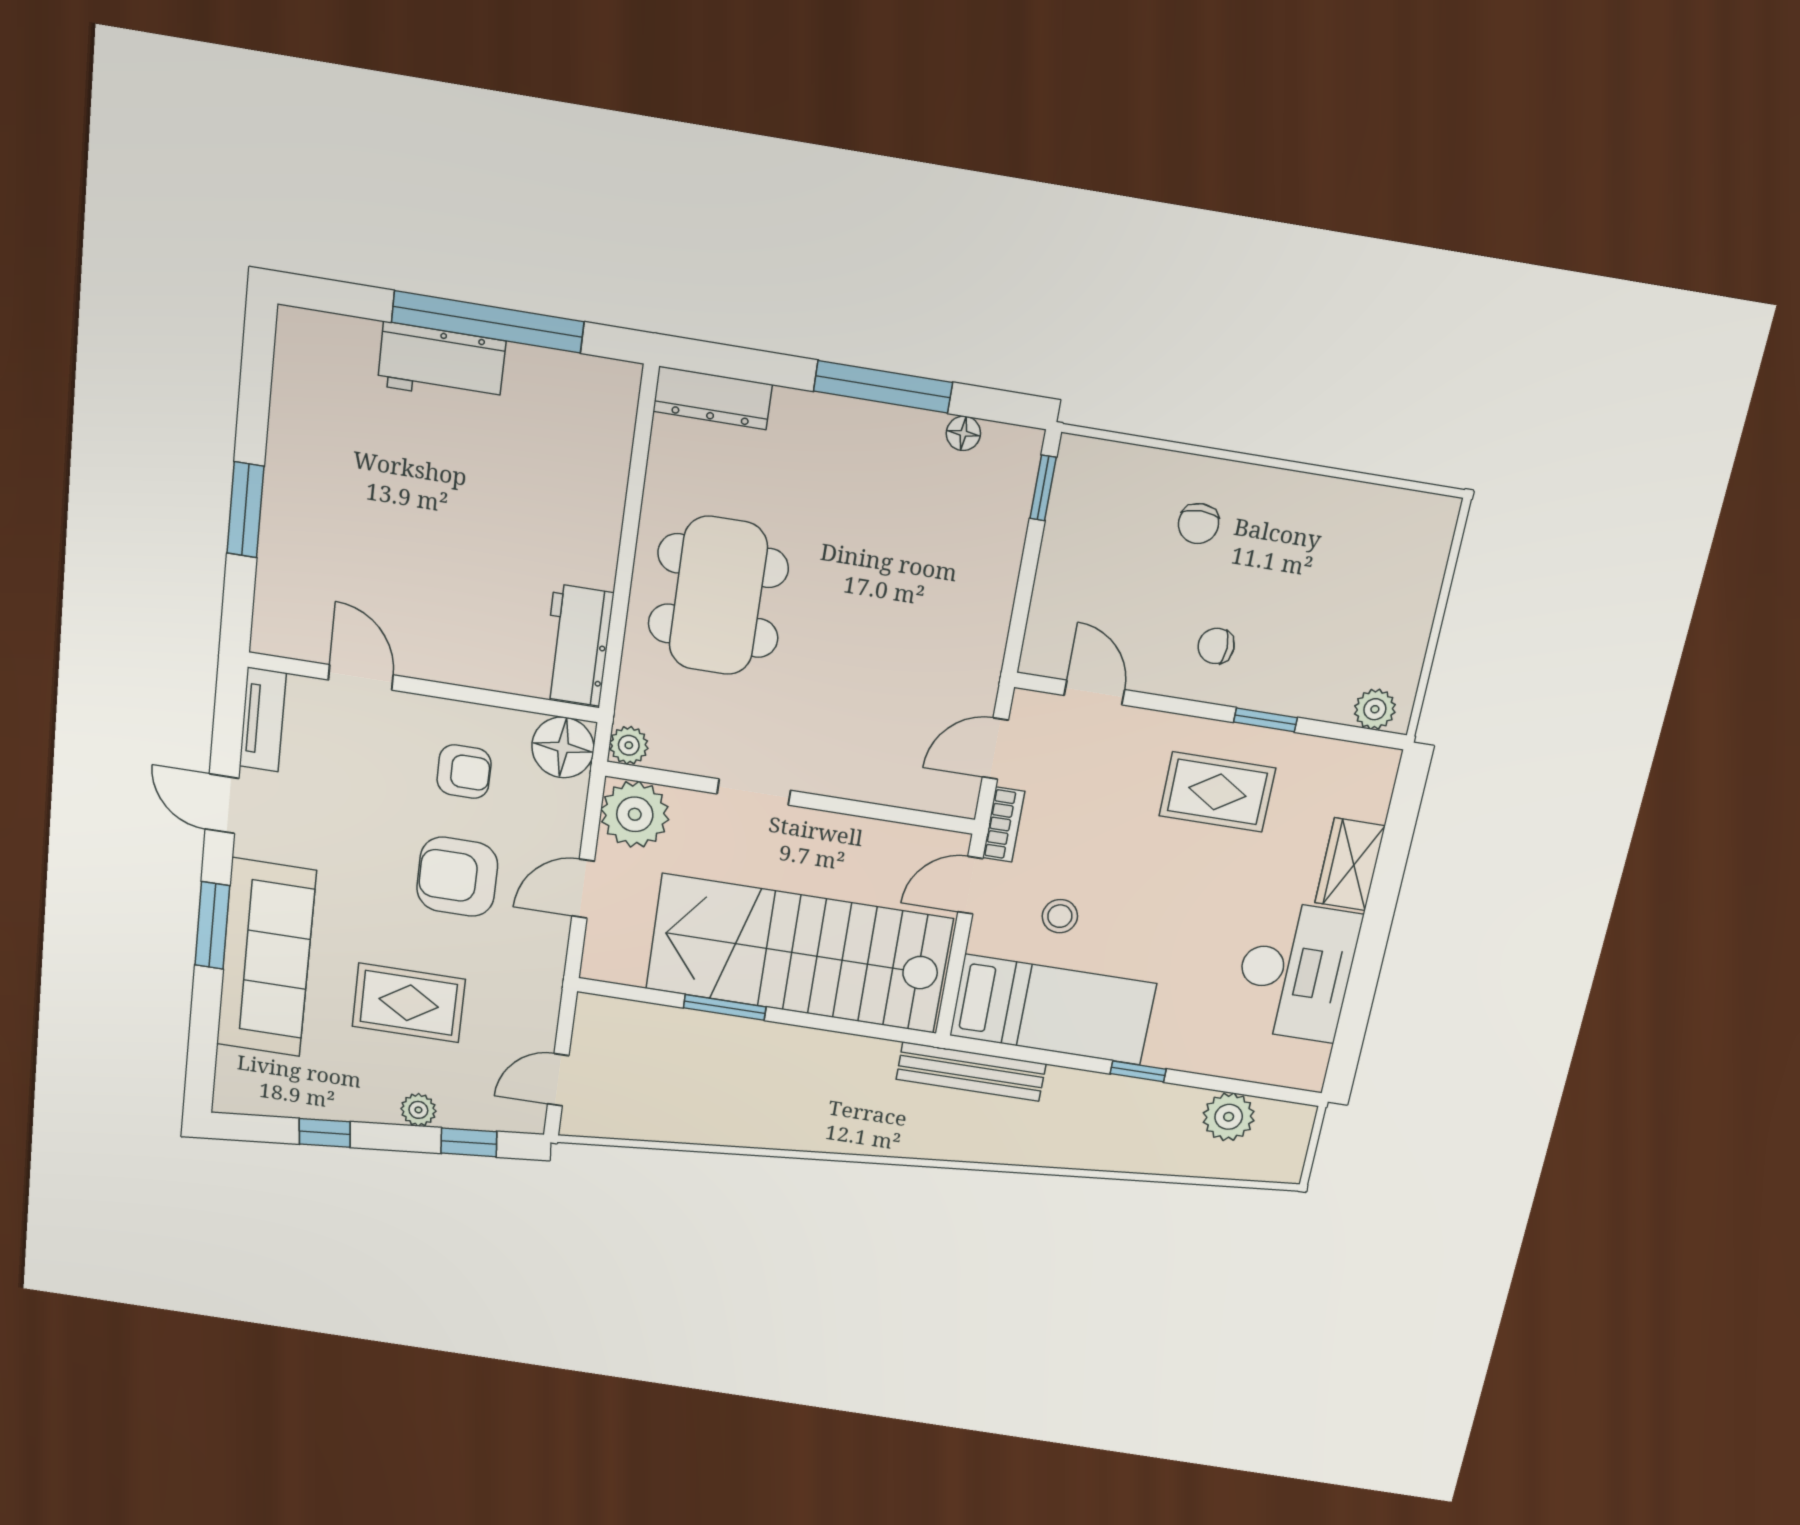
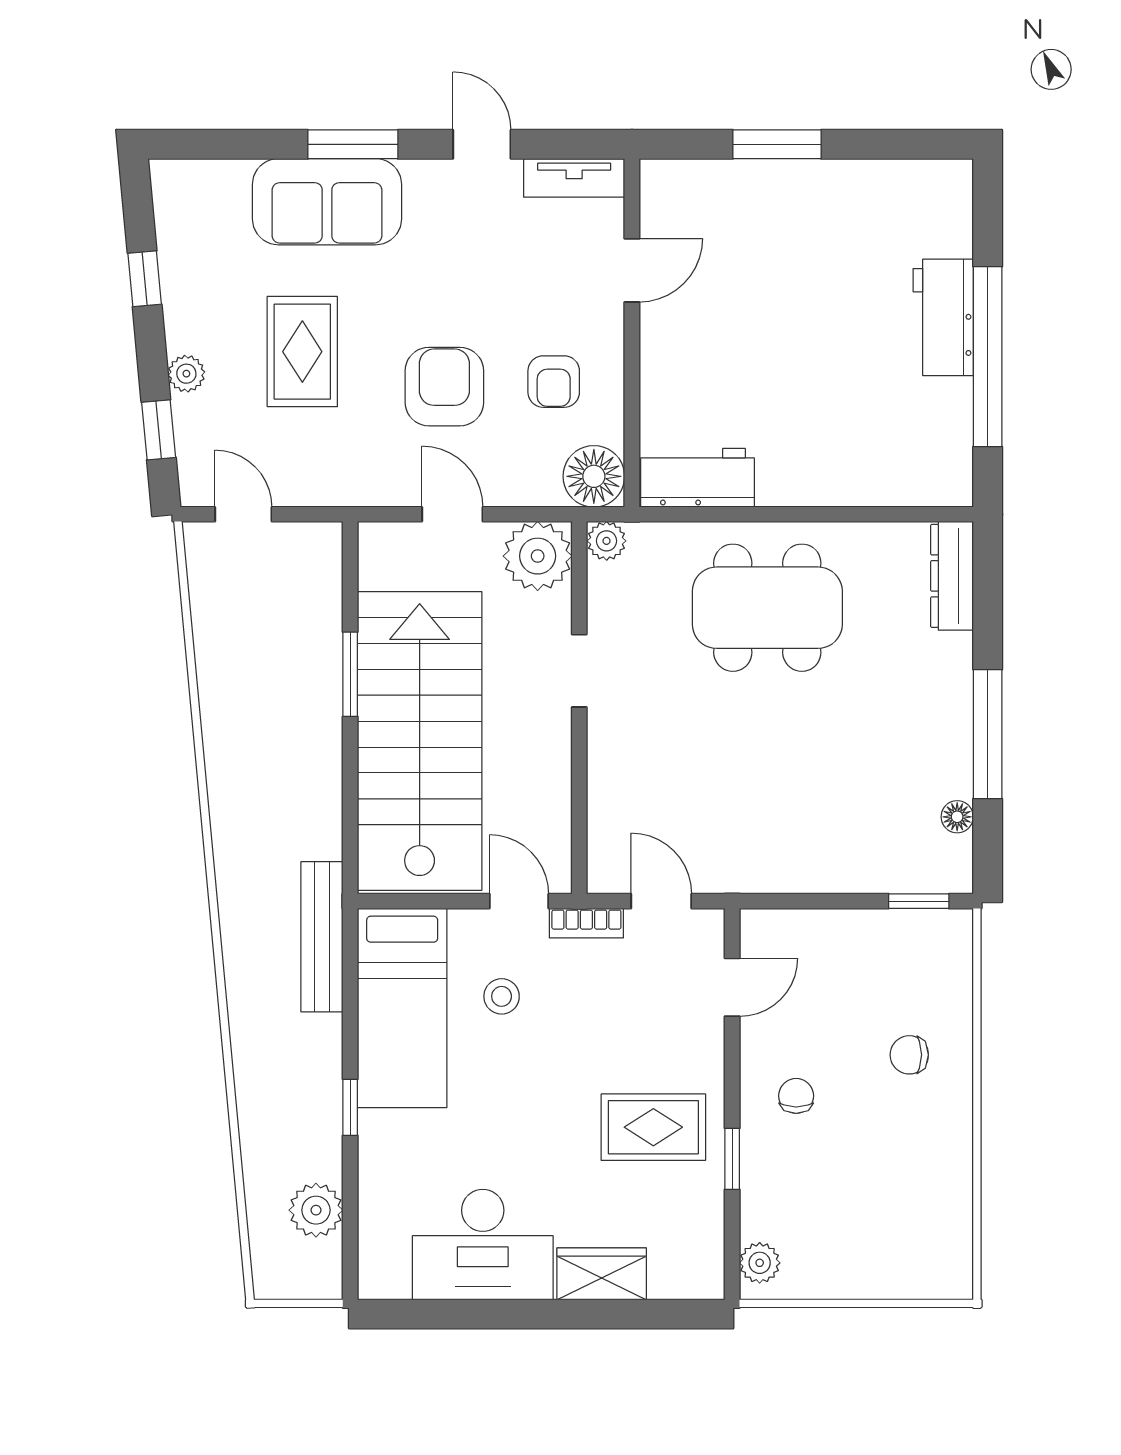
rug: (1217, 792) -> (653, 1127), turned 90
door: (222, 804) -> (482, 144), hinge flipped
sofa: (266, 958) -> (327, 202), width x0.73

